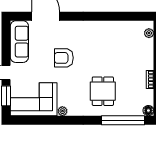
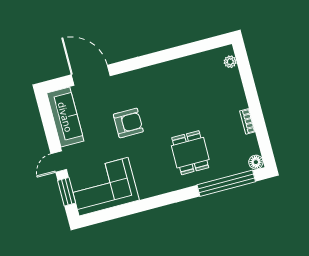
armchair: (64, 58) -> (128, 123), turned 180
plant: (62, 111) -> (145, 192), removed

